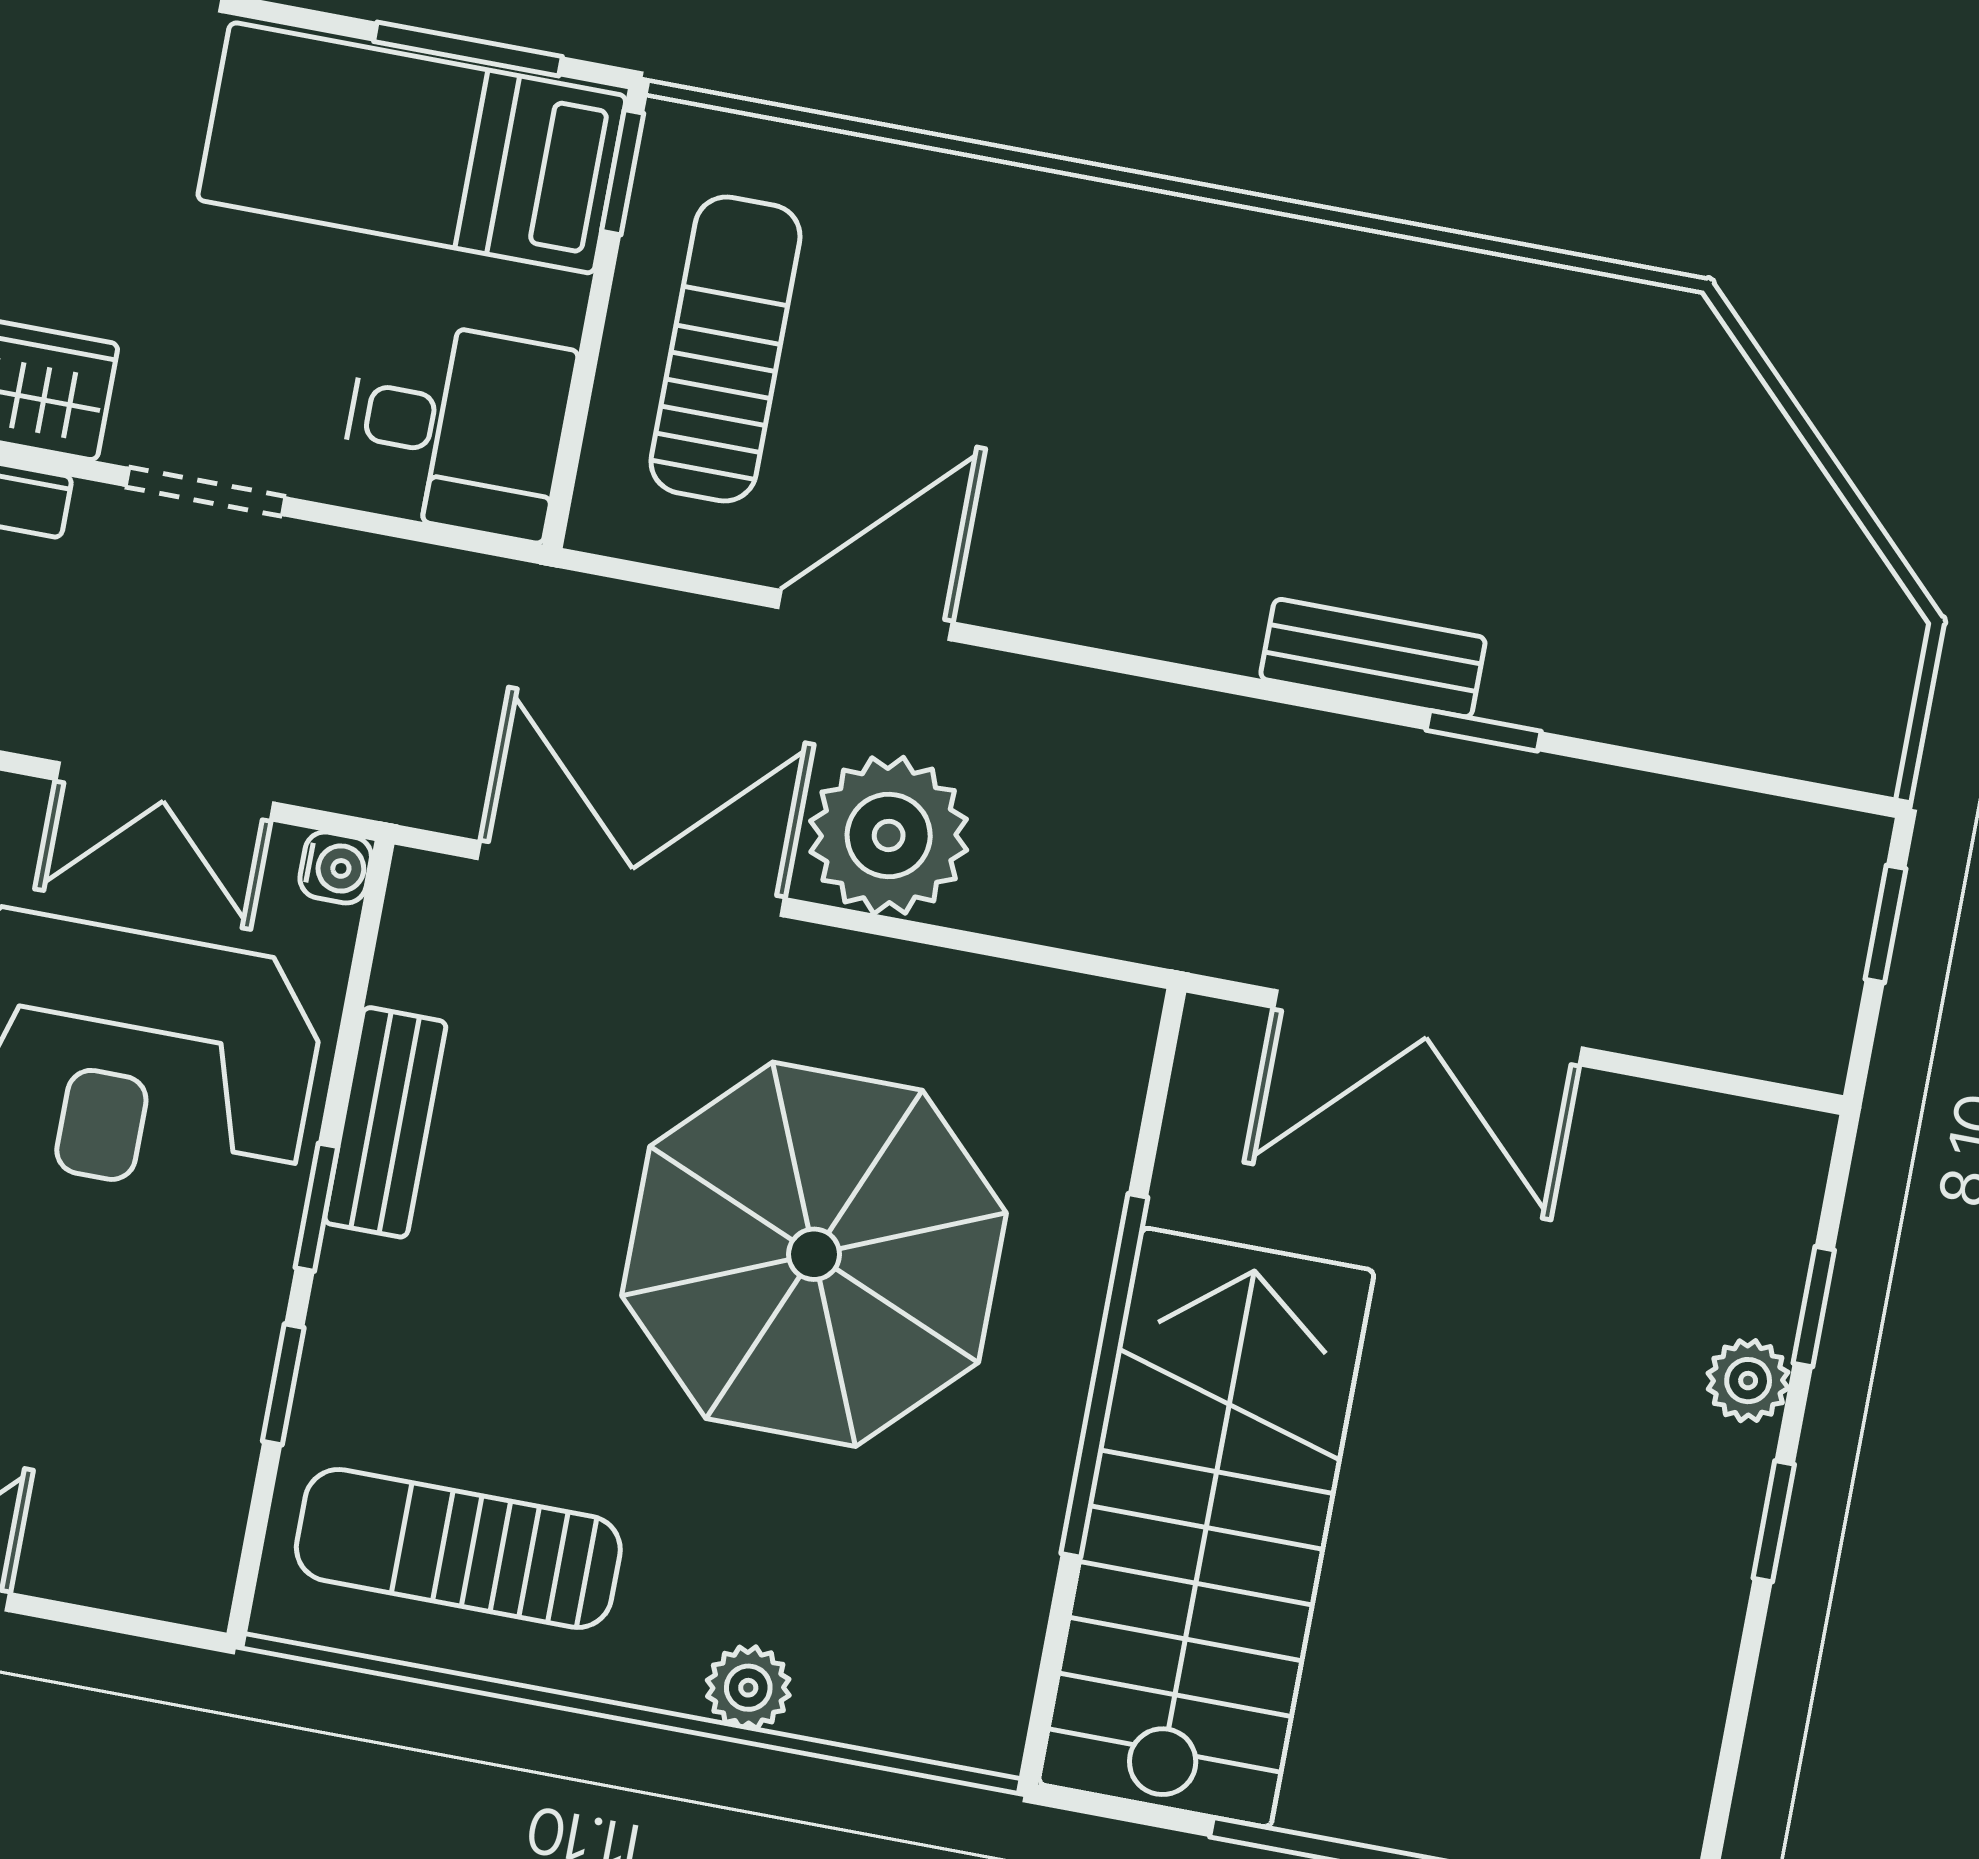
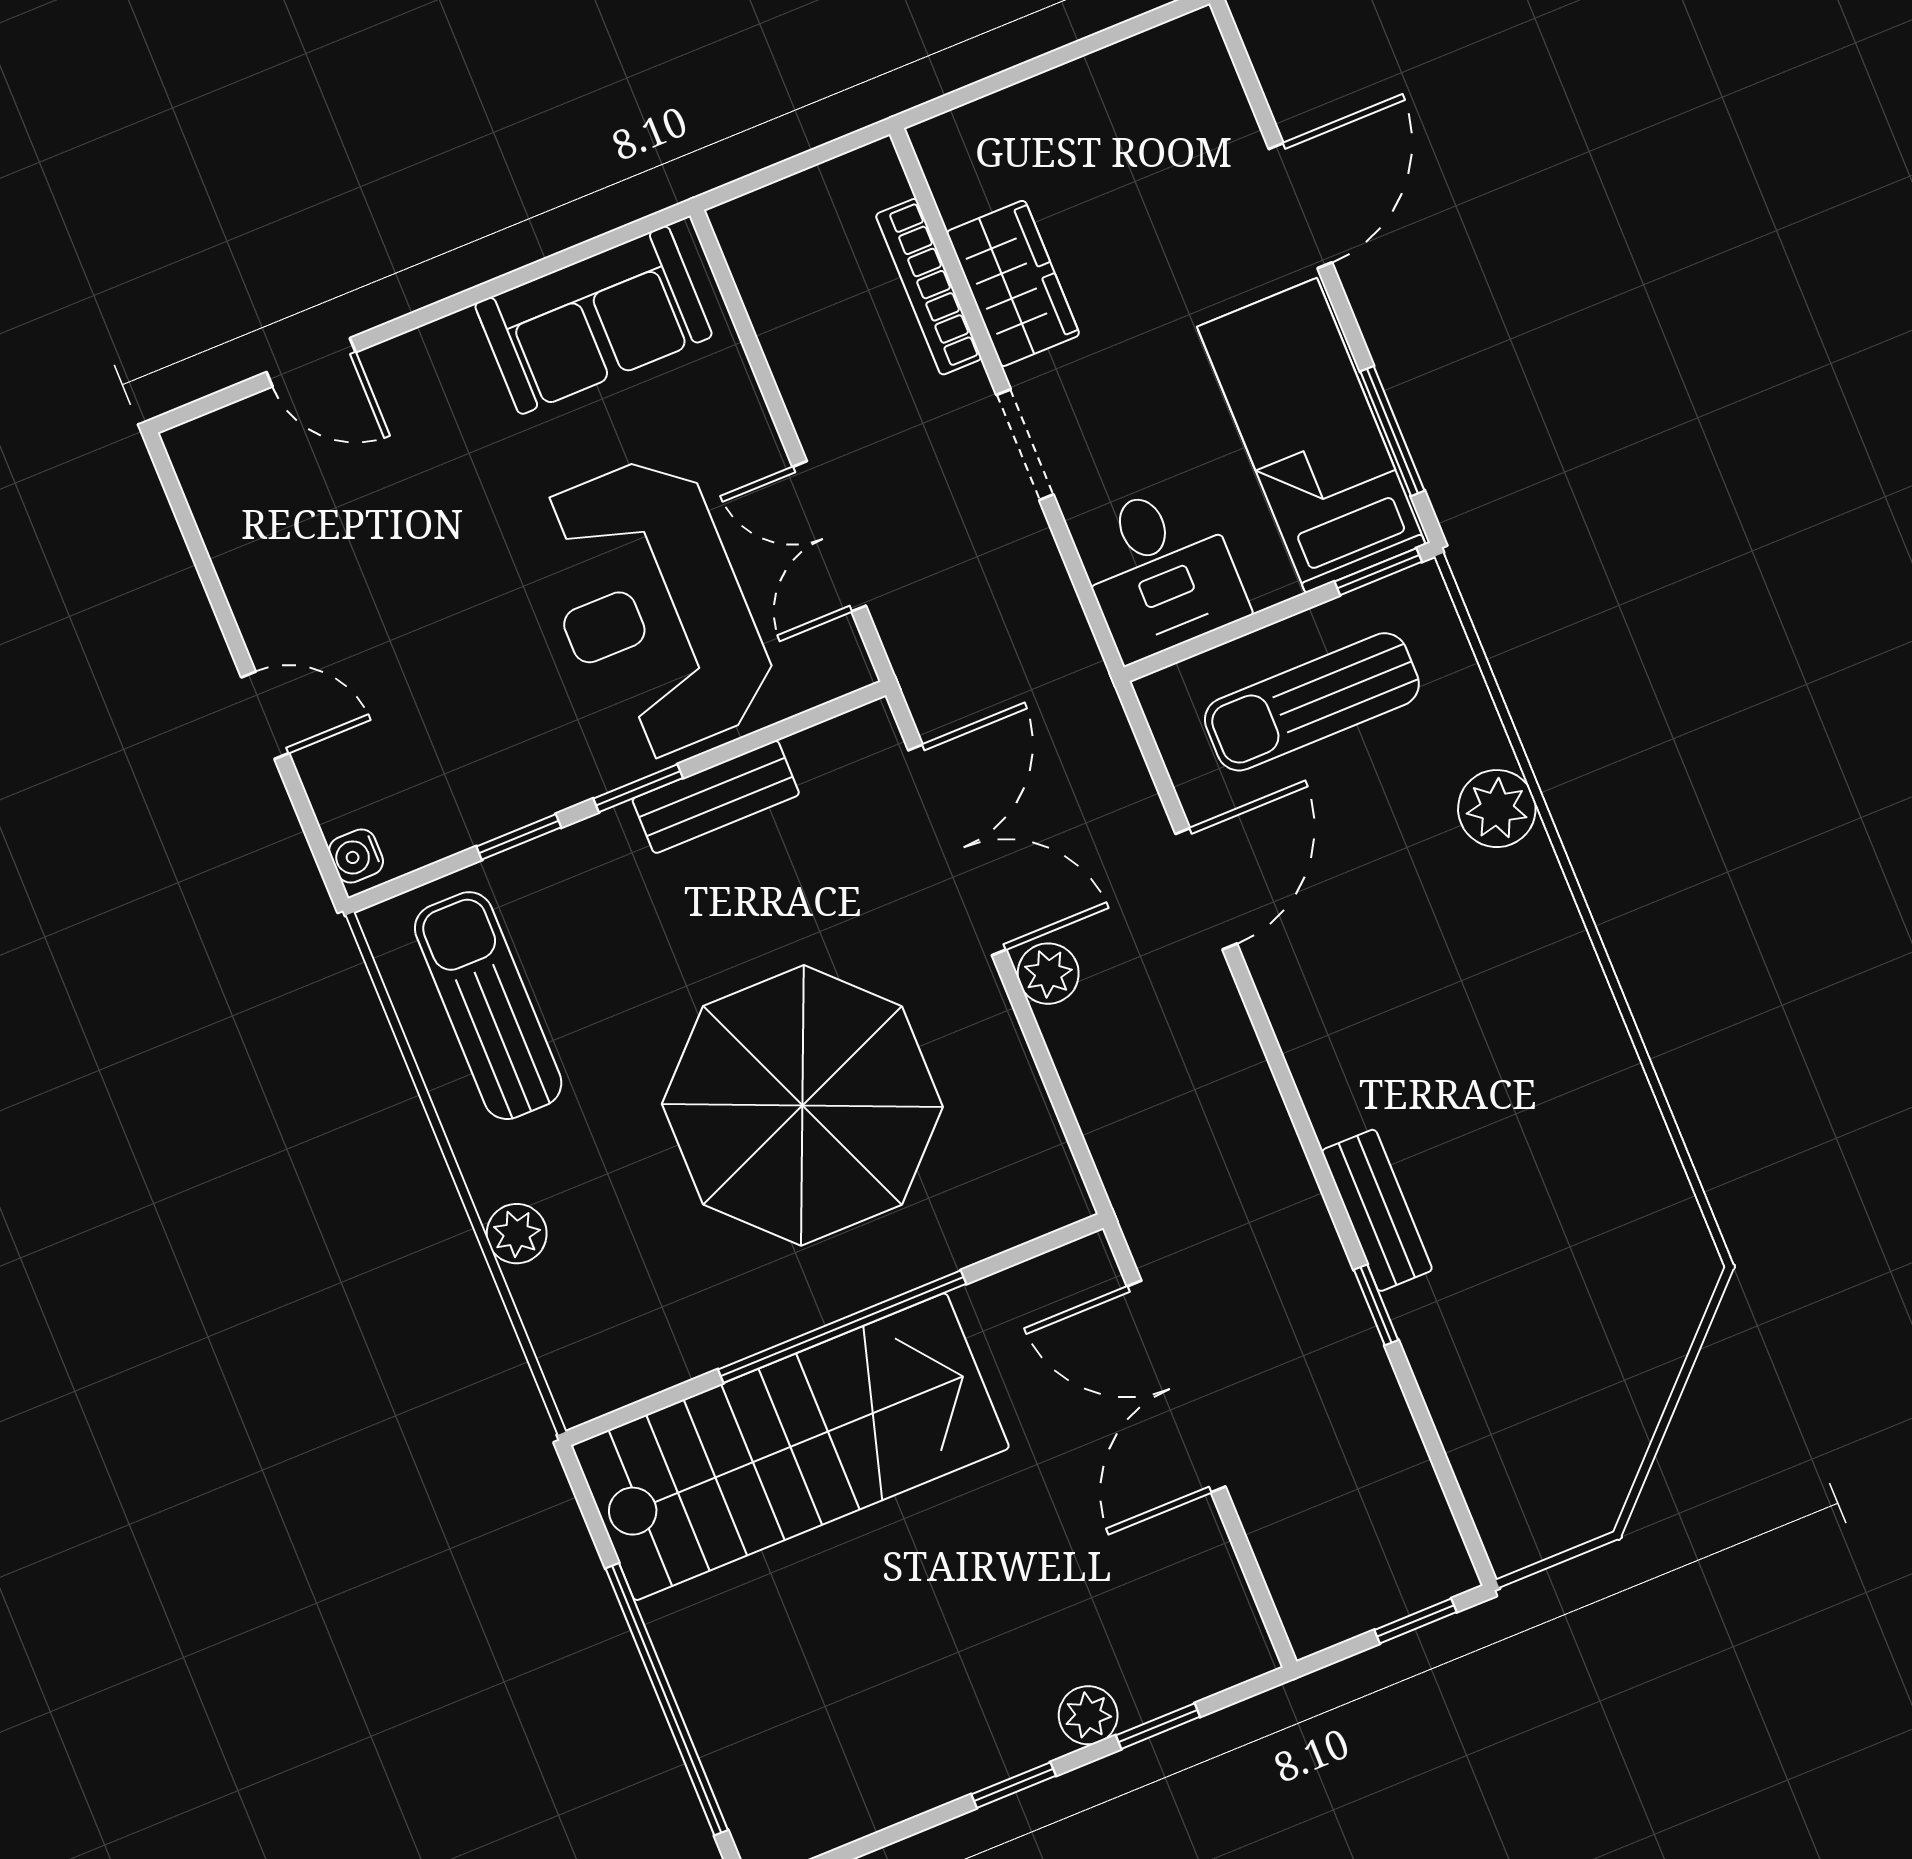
plant: (991, 212) -> (1497, 809), added
sun lounger: (726, 349) -> (1312, 702), turned 180
door: (865, 615) -> (1206, 889), hinge flipped
plant: (889, 835) -> (1048, 974), width x0.53, depth x0.53
water cooler: (336, 867) -> (356, 856), moved, turned 90

